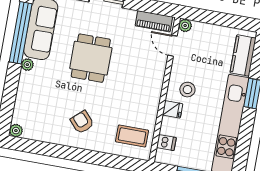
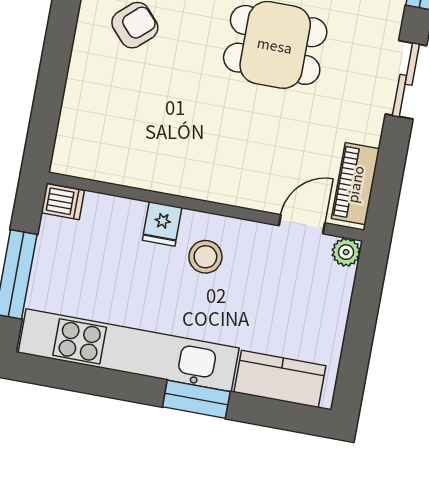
coffee table: (132, 136) -> (104, 135), removed
dishwasher: (166, 143) -> (63, 202), moved, turned -90

